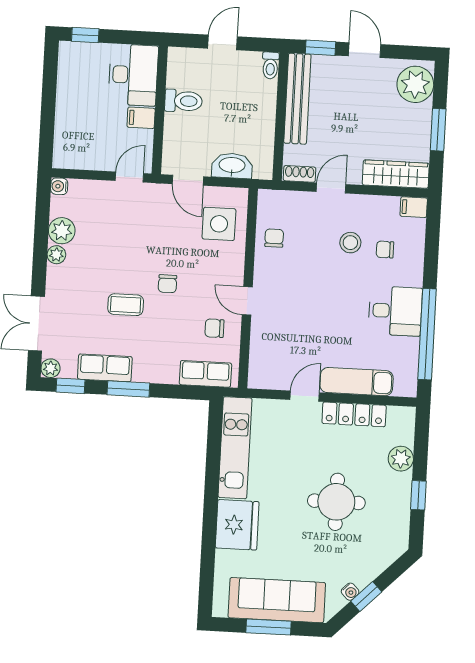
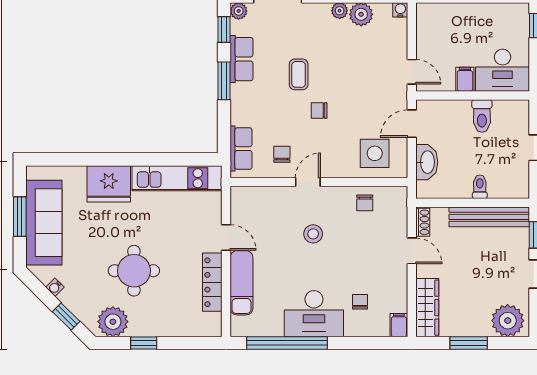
toilet: (270, 65) -> (480, 187), moved, turned 90
chair: (274, 238) -> (365, 203), turned 90
stool: (350, 243) -> (313, 234), moved
desk: (395, 311) -> (314, 314), width x1.37
plant: (401, 459) -> (113, 322), moved, width x1.36, depth x1.36
window: (366, 597) -> (66, 316), moved

